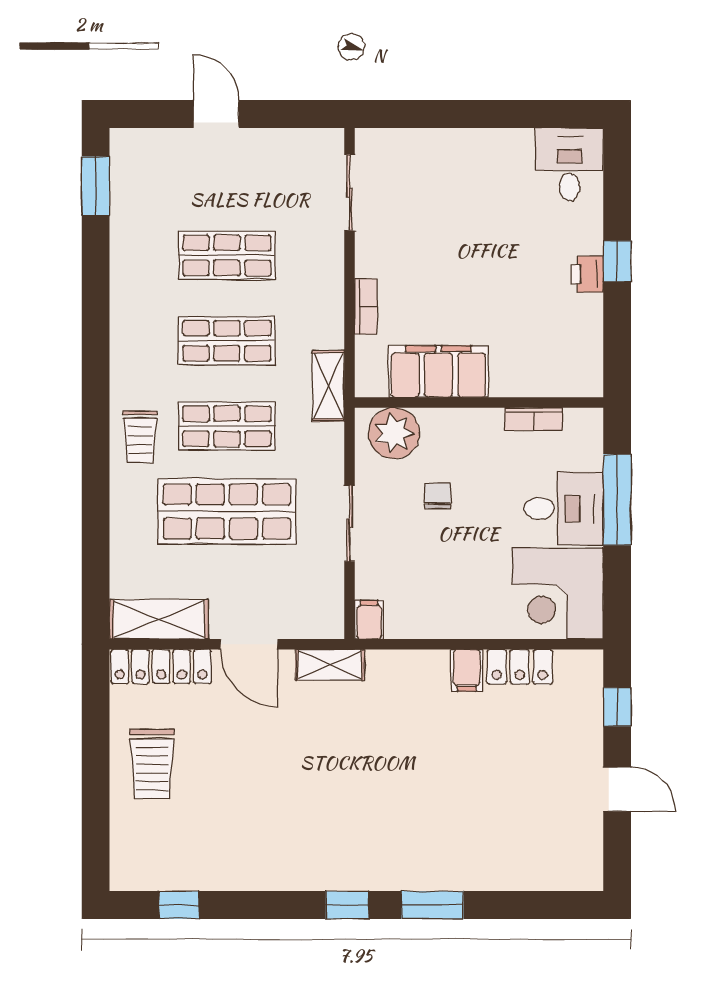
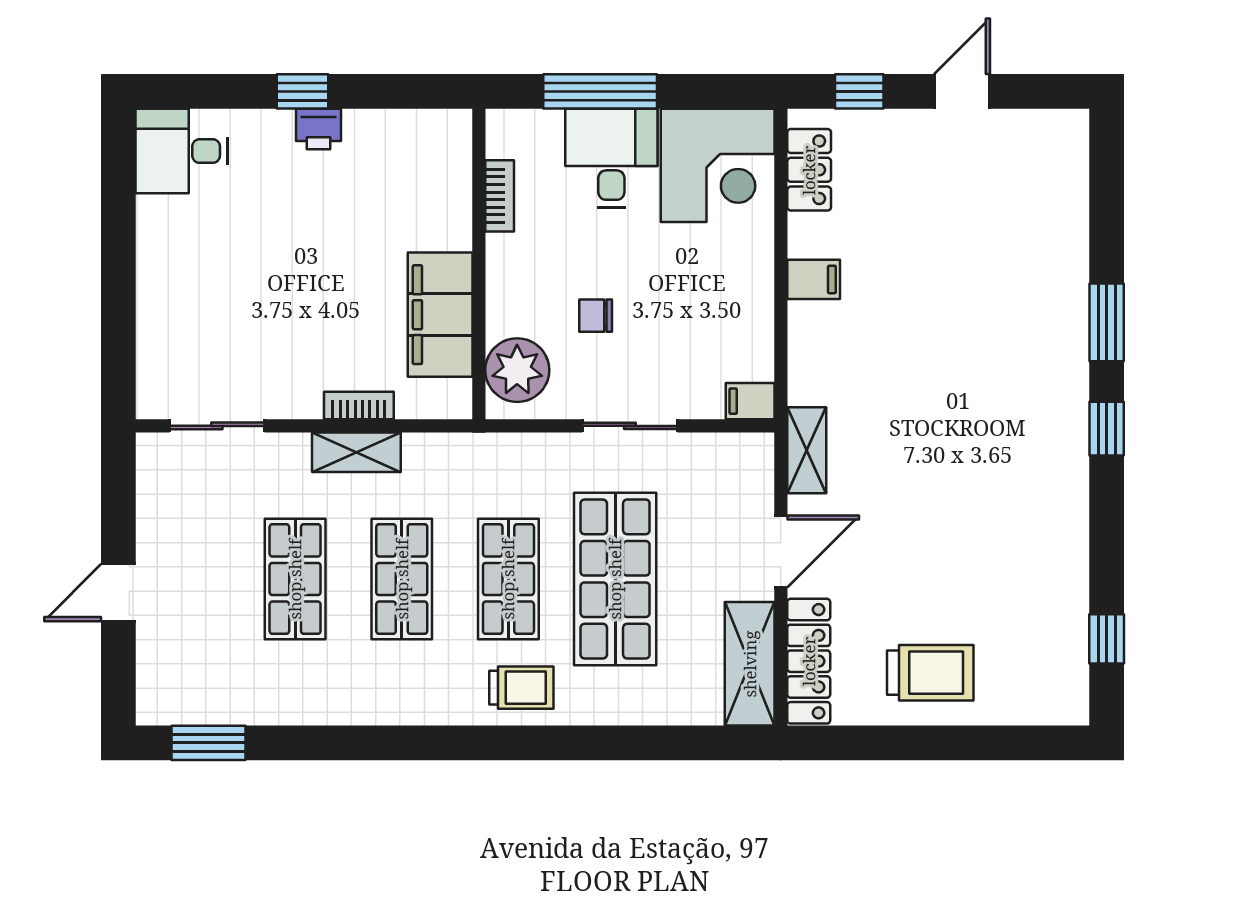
shelving: (328, 386) -> (356, 452), moved
locker: (520, 667) -> (809, 170), moved

